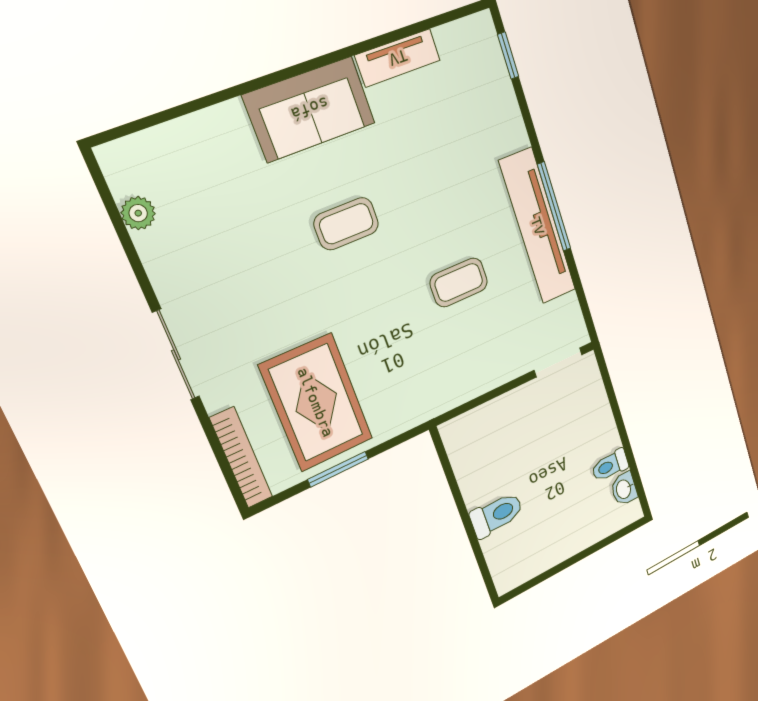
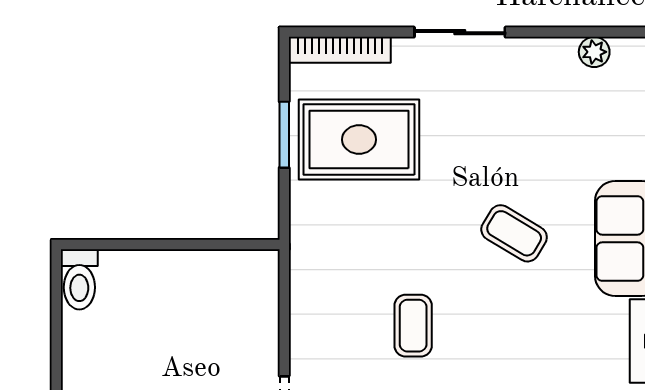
coffee table: (346, 224) -> (514, 233), turned -59
toilet: (497, 515) -> (79, 279), moved

